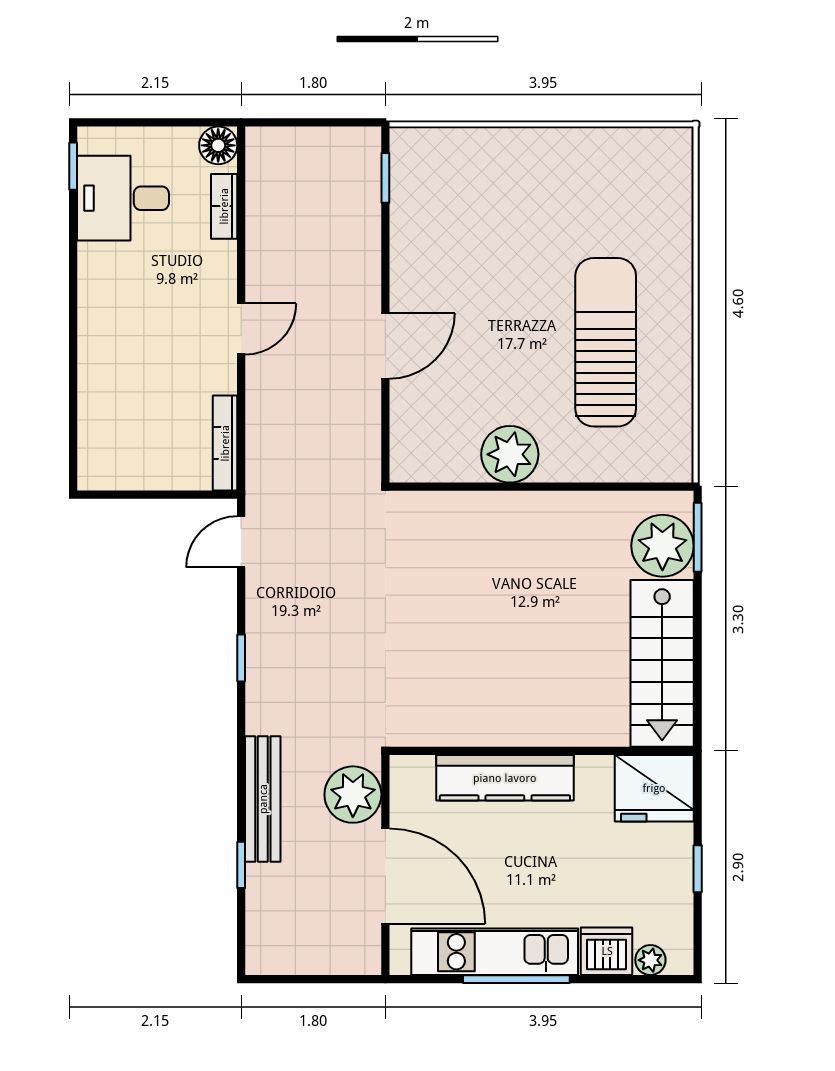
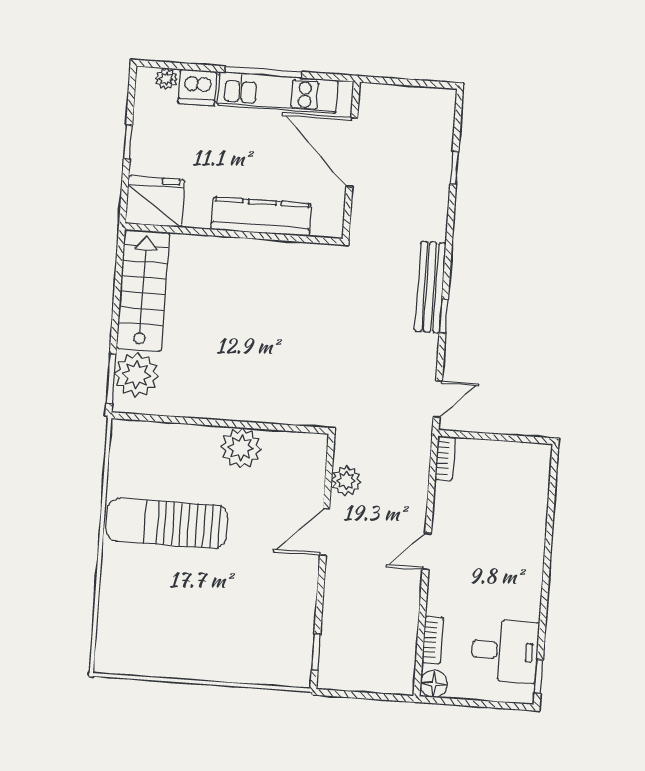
sun lounger: (606, 342) -> (167, 523), turned 90
bookcase: (225, 443) -> (445, 458), width x0.64
plant: (353, 795) -> (346, 481), moved, width x0.73, depth x0.73
bench: (263, 799) -> (430, 287), moved

